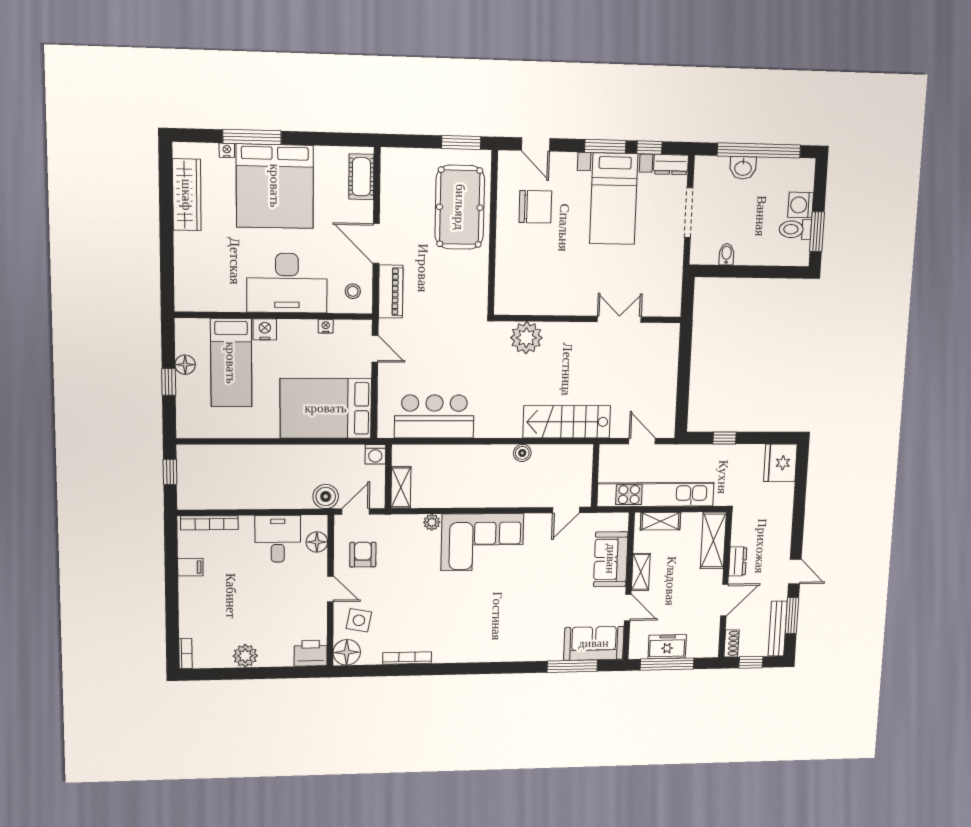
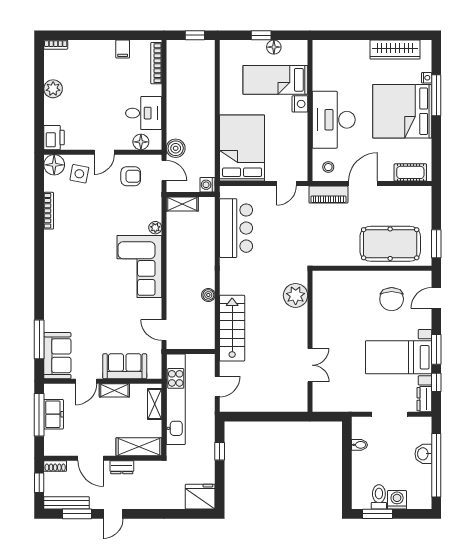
nightstand: (326, 326) -> (303, 148), removed

